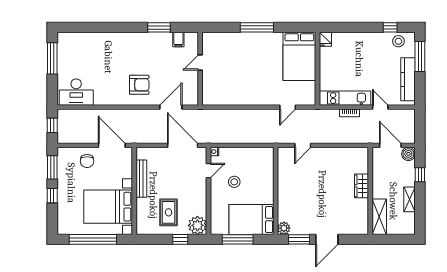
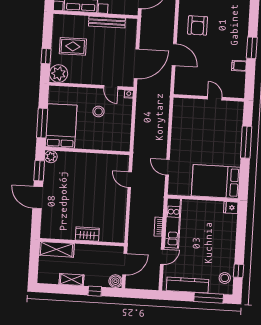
door: (200, 62) -> (215, 98), moved
wall: (200, 69) -> (209, 98), moved
window: (238, 239) -> (42, 123), moved

